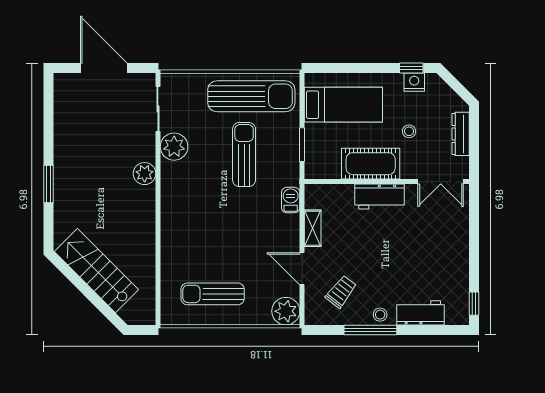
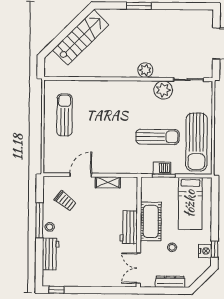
barbecue: (291, 200) -> (162, 168), moved
plant: (286, 311) -> (53, 164), removed

